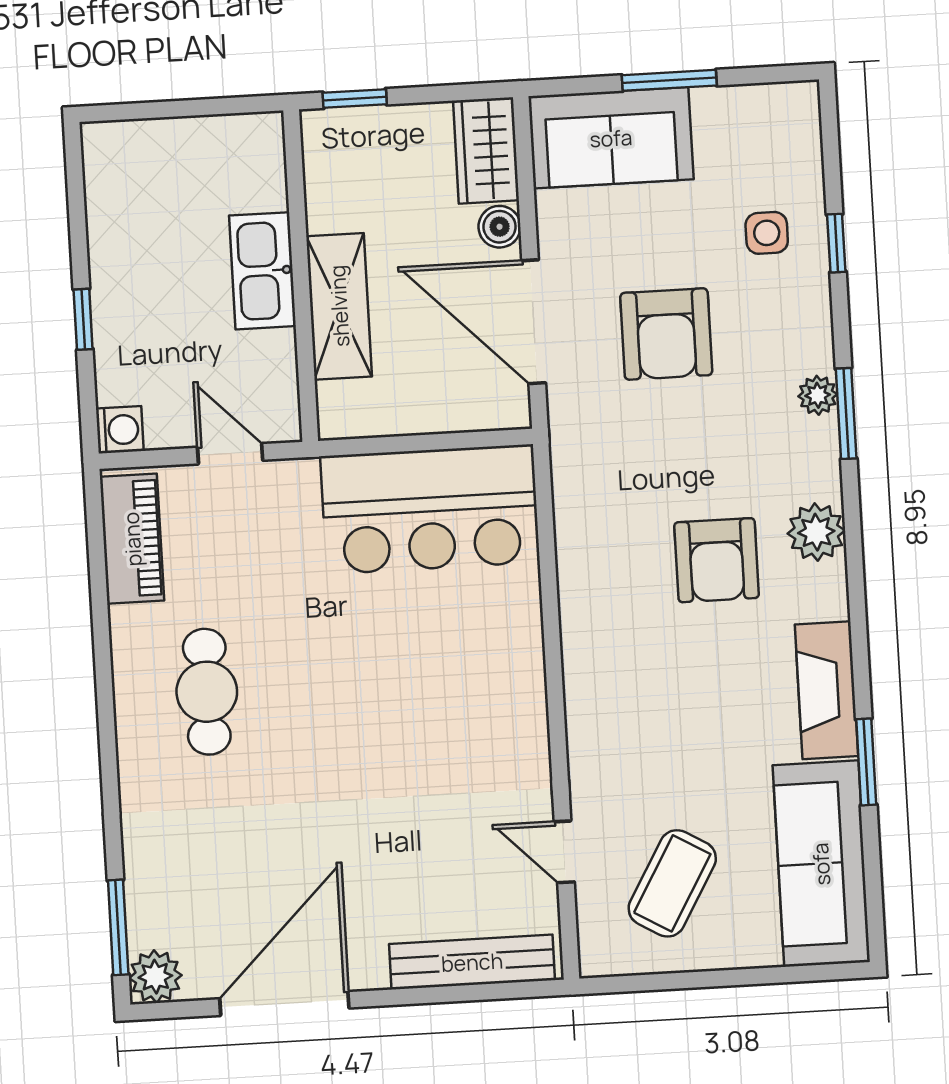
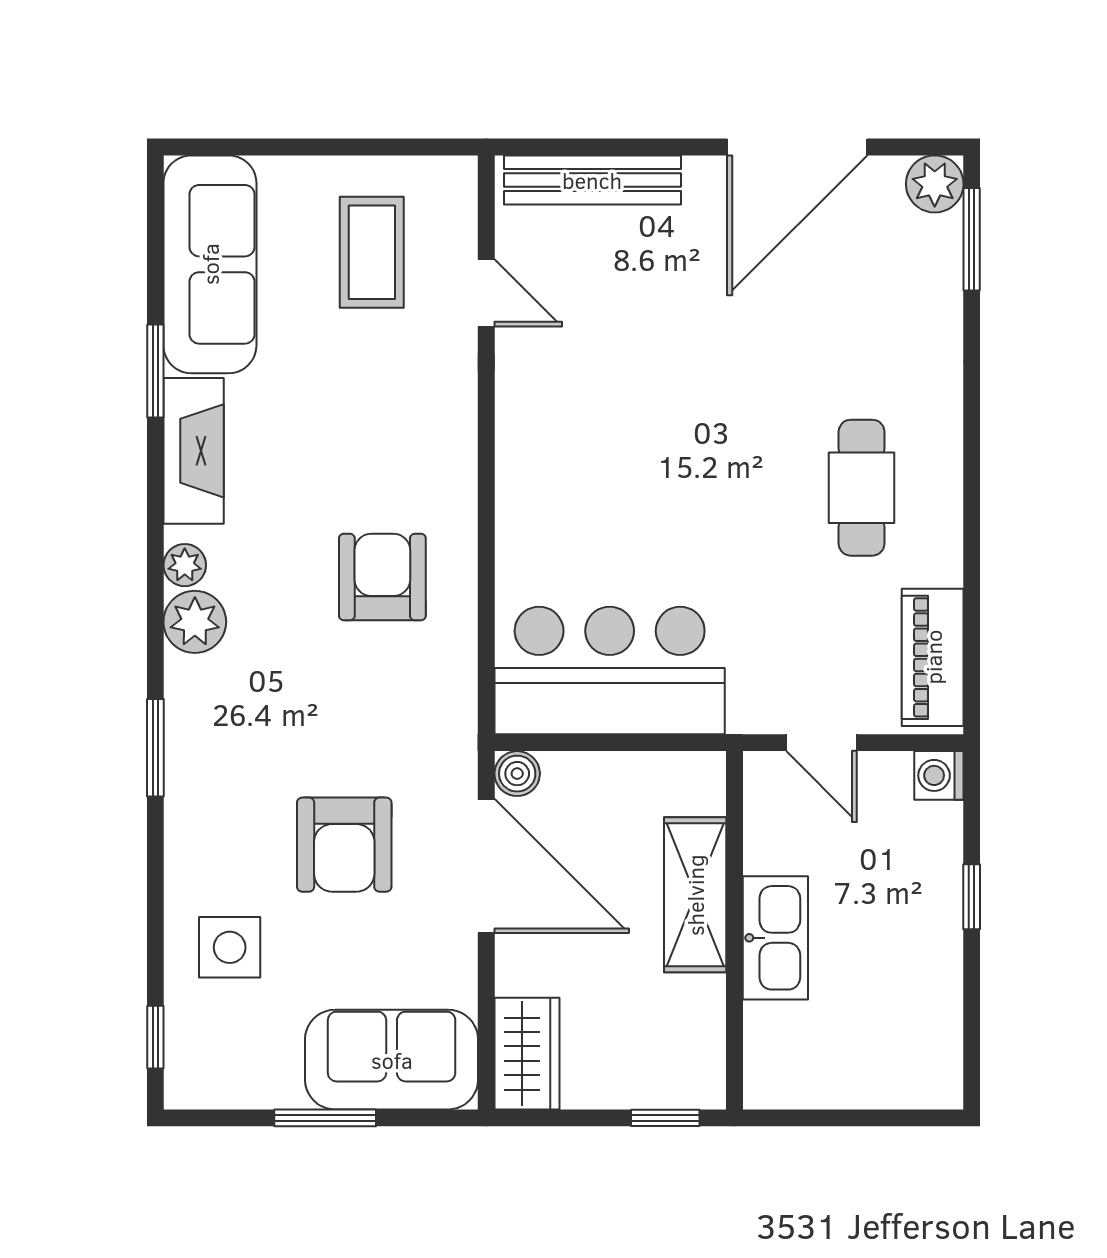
boiler: (500, 227) -> (517, 774), moved
side table: (767, 233) -> (230, 947), width x1.37, depth x1.37
window: (836, 243) -> (155, 1037), moved
armchair: (666, 334) -> (344, 845), turned 180
plant: (818, 395) -> (185, 565), moved
armchair: (717, 560) -> (382, 577), moved
coffee table: (672, 883) -> (372, 252), turned -30

